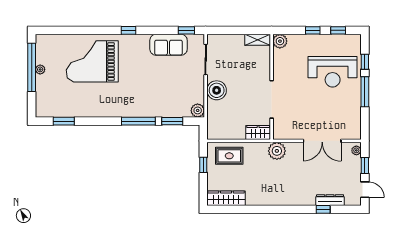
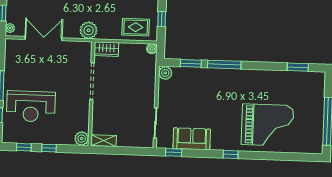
plant: (40, 69) -> (319, 119), removed
reception desk: (333, 72) -> (31, 106), turned 180
boiler: (217, 90) -> (152, 49), moved, width x0.54, depth x0.54

